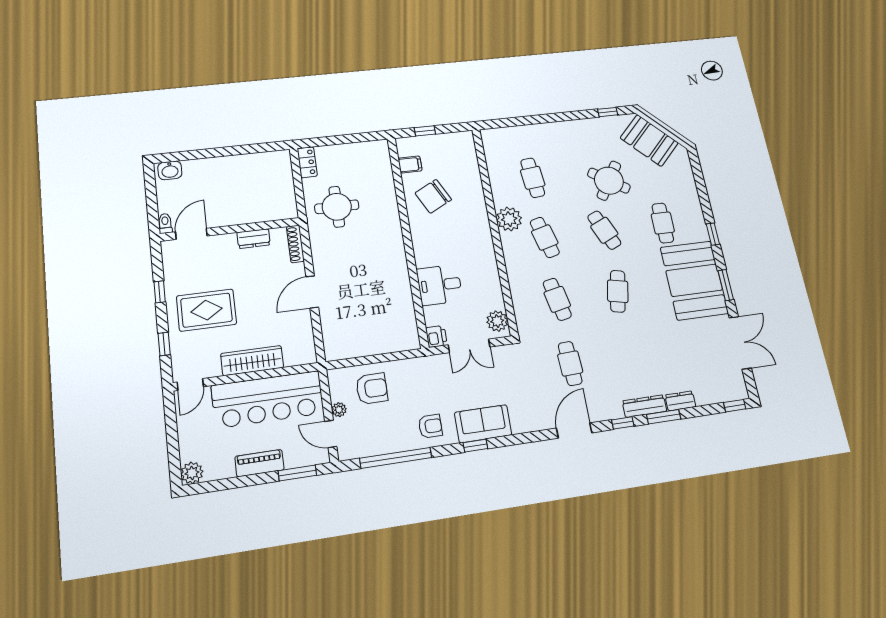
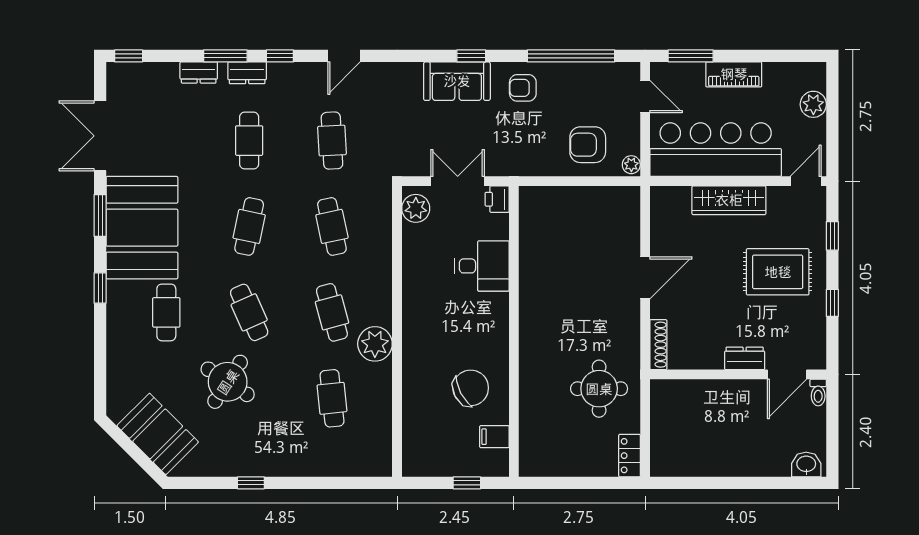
window: (608, 112) -> (251, 483), moved
dresser: (254, 239) -> (745, 358), moved
cafe table: (632, 355) -> (249, 141), added
dresser: (644, 406) -> (247, 73), width x0.70
plant: (339, 410) -> (631, 165), moved
door: (574, 430) -> (344, 56), width x0.73
plant: (192, 473) -> (813, 104), moved

